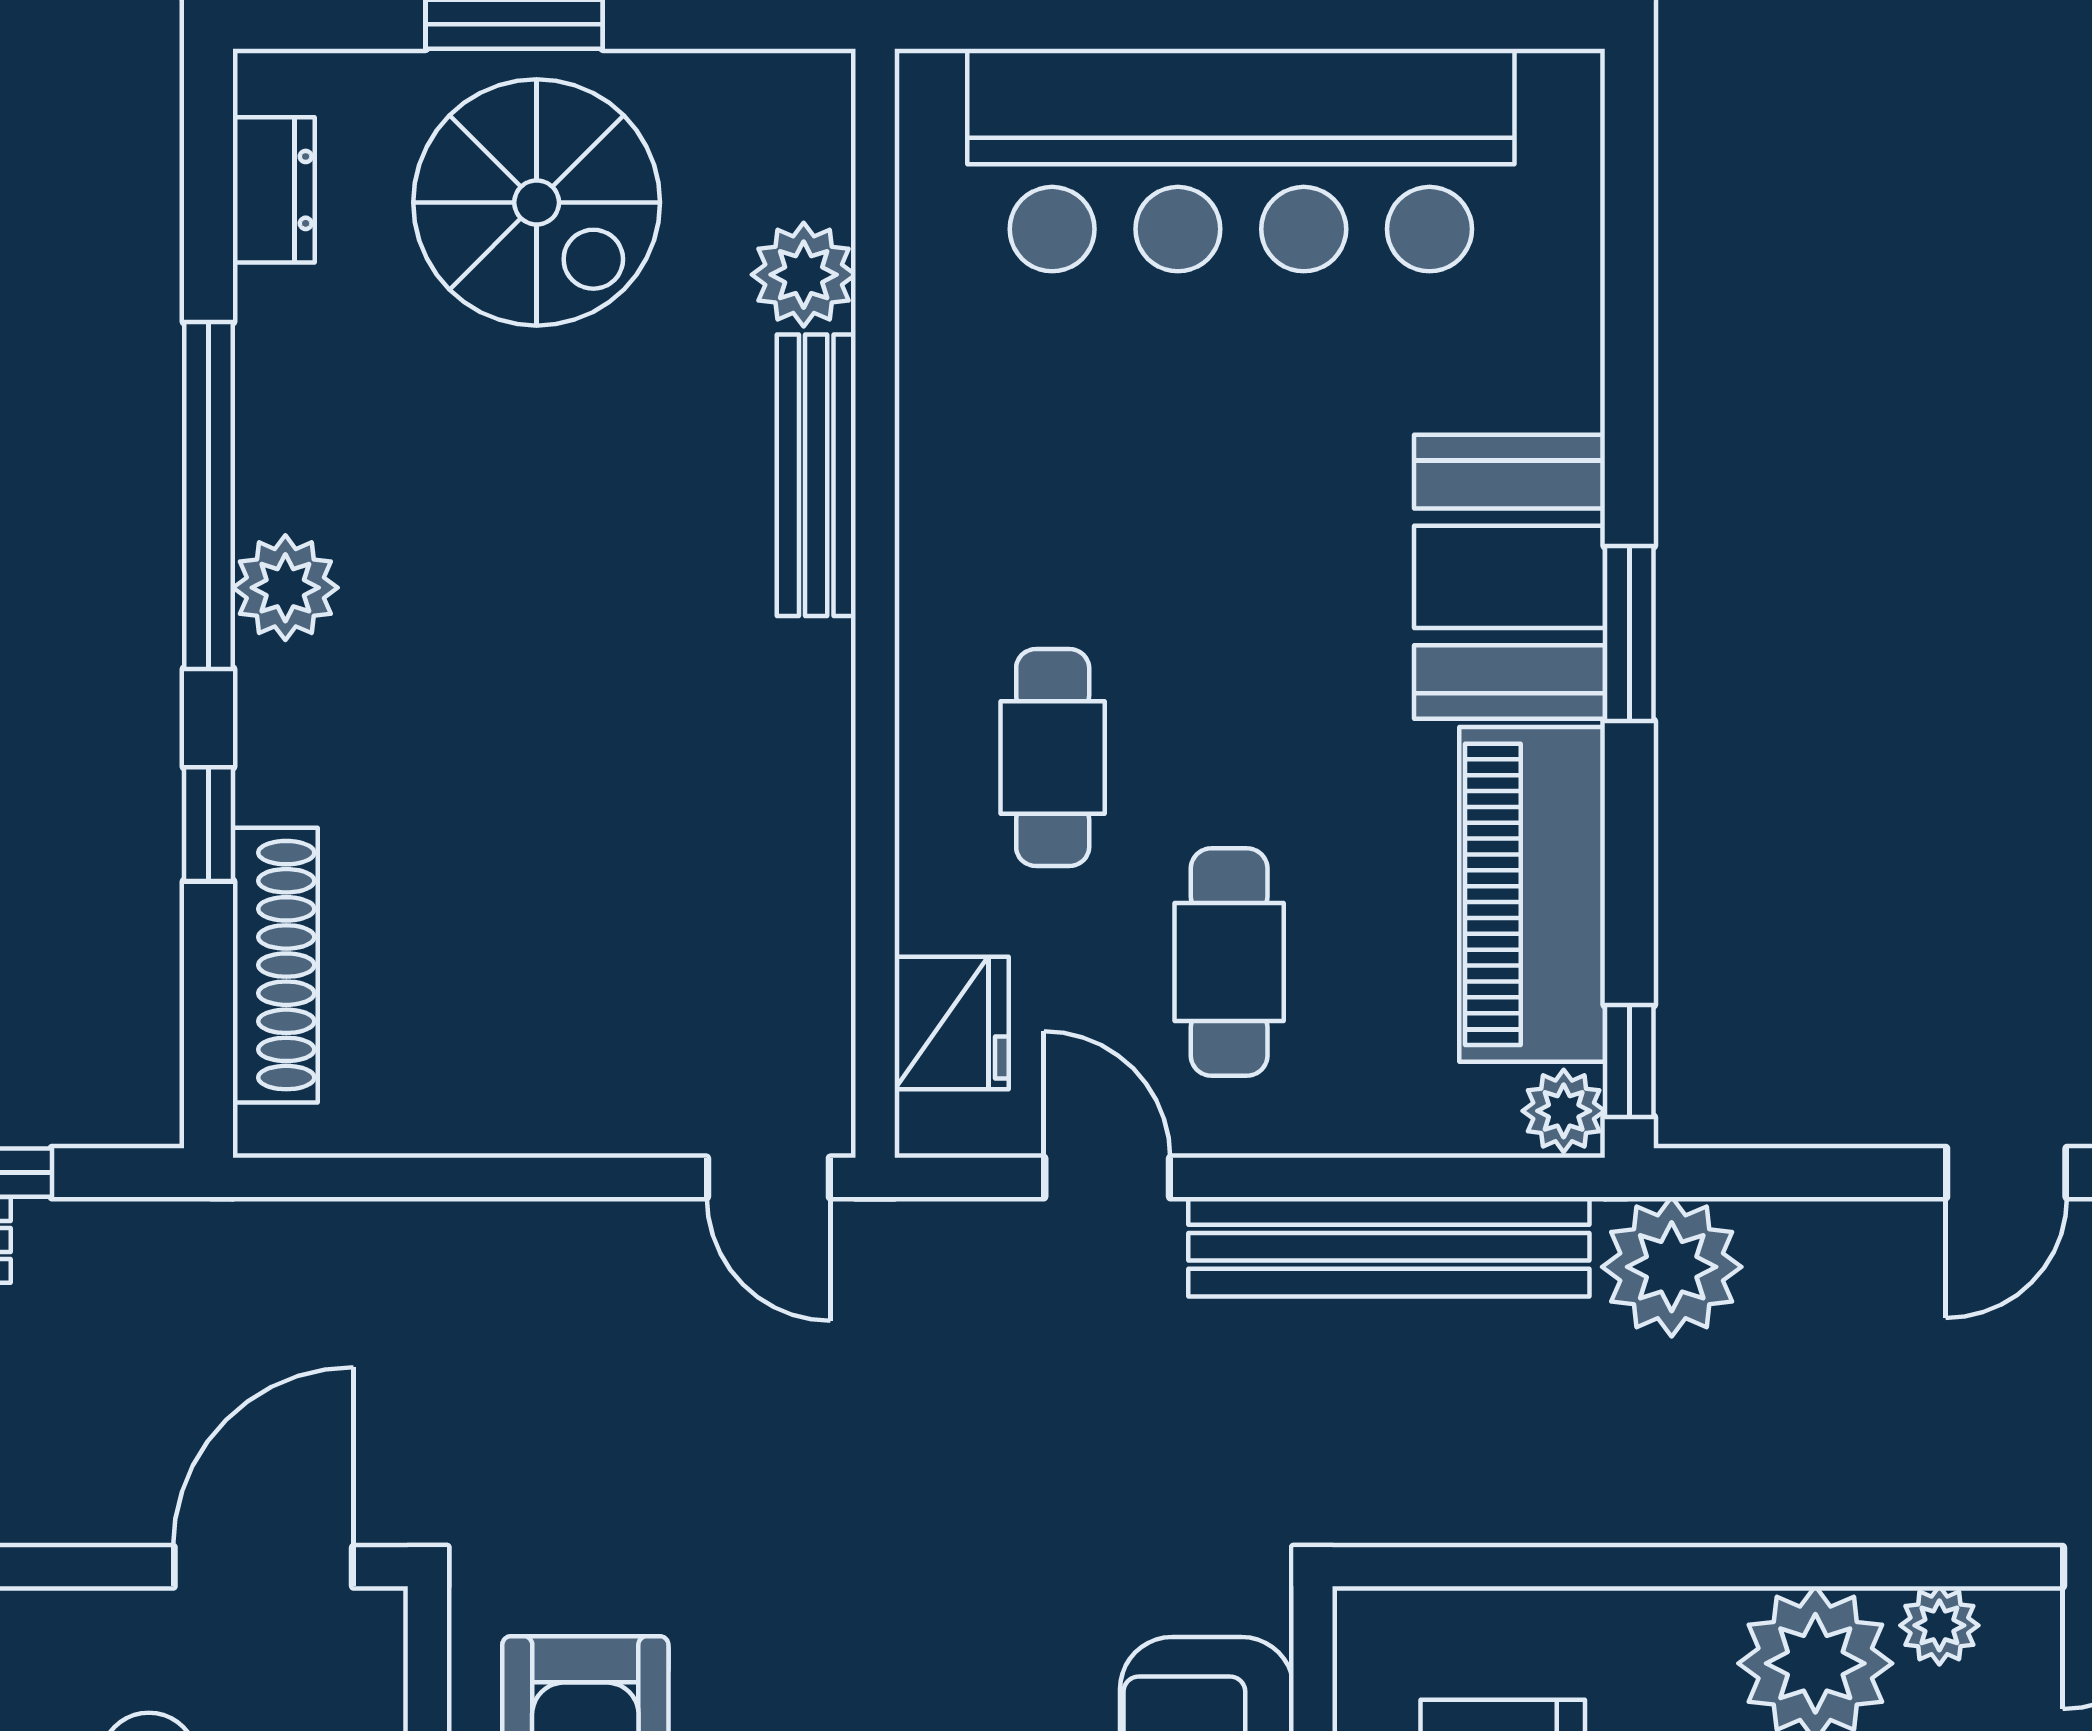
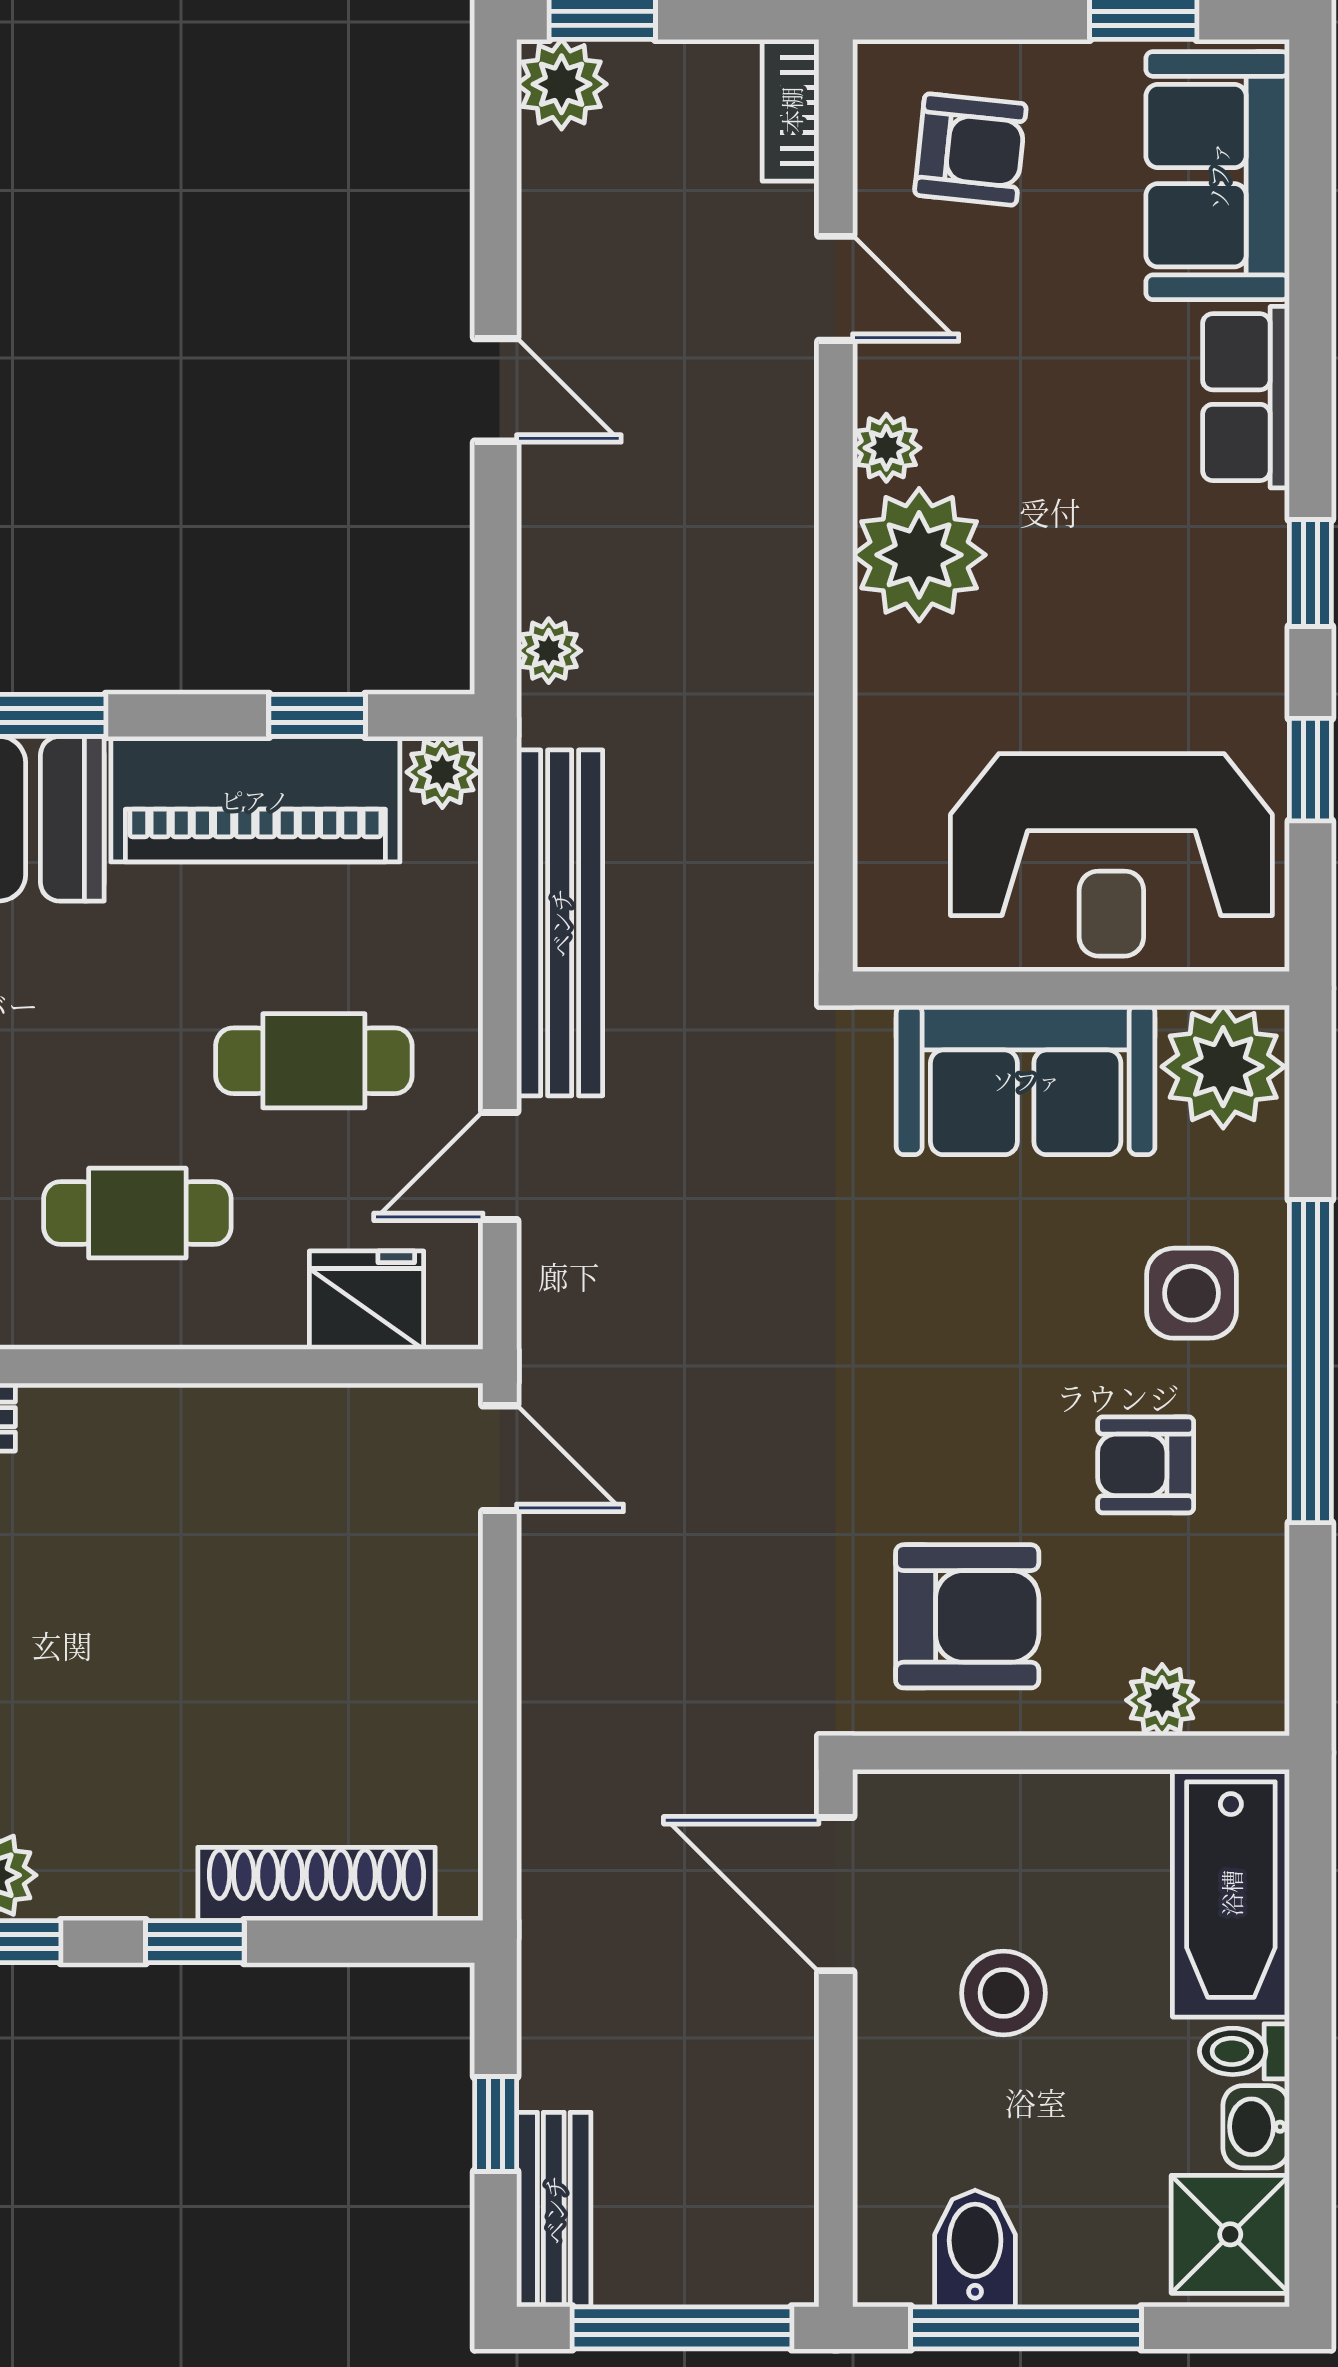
window: (1629, 1061) -> (317, 715), moved
door: (768, 1177) -> (500, 1458), hinge flipped
plant: (1672, 1267) -> (549, 651), width x0.53, depth x0.53

